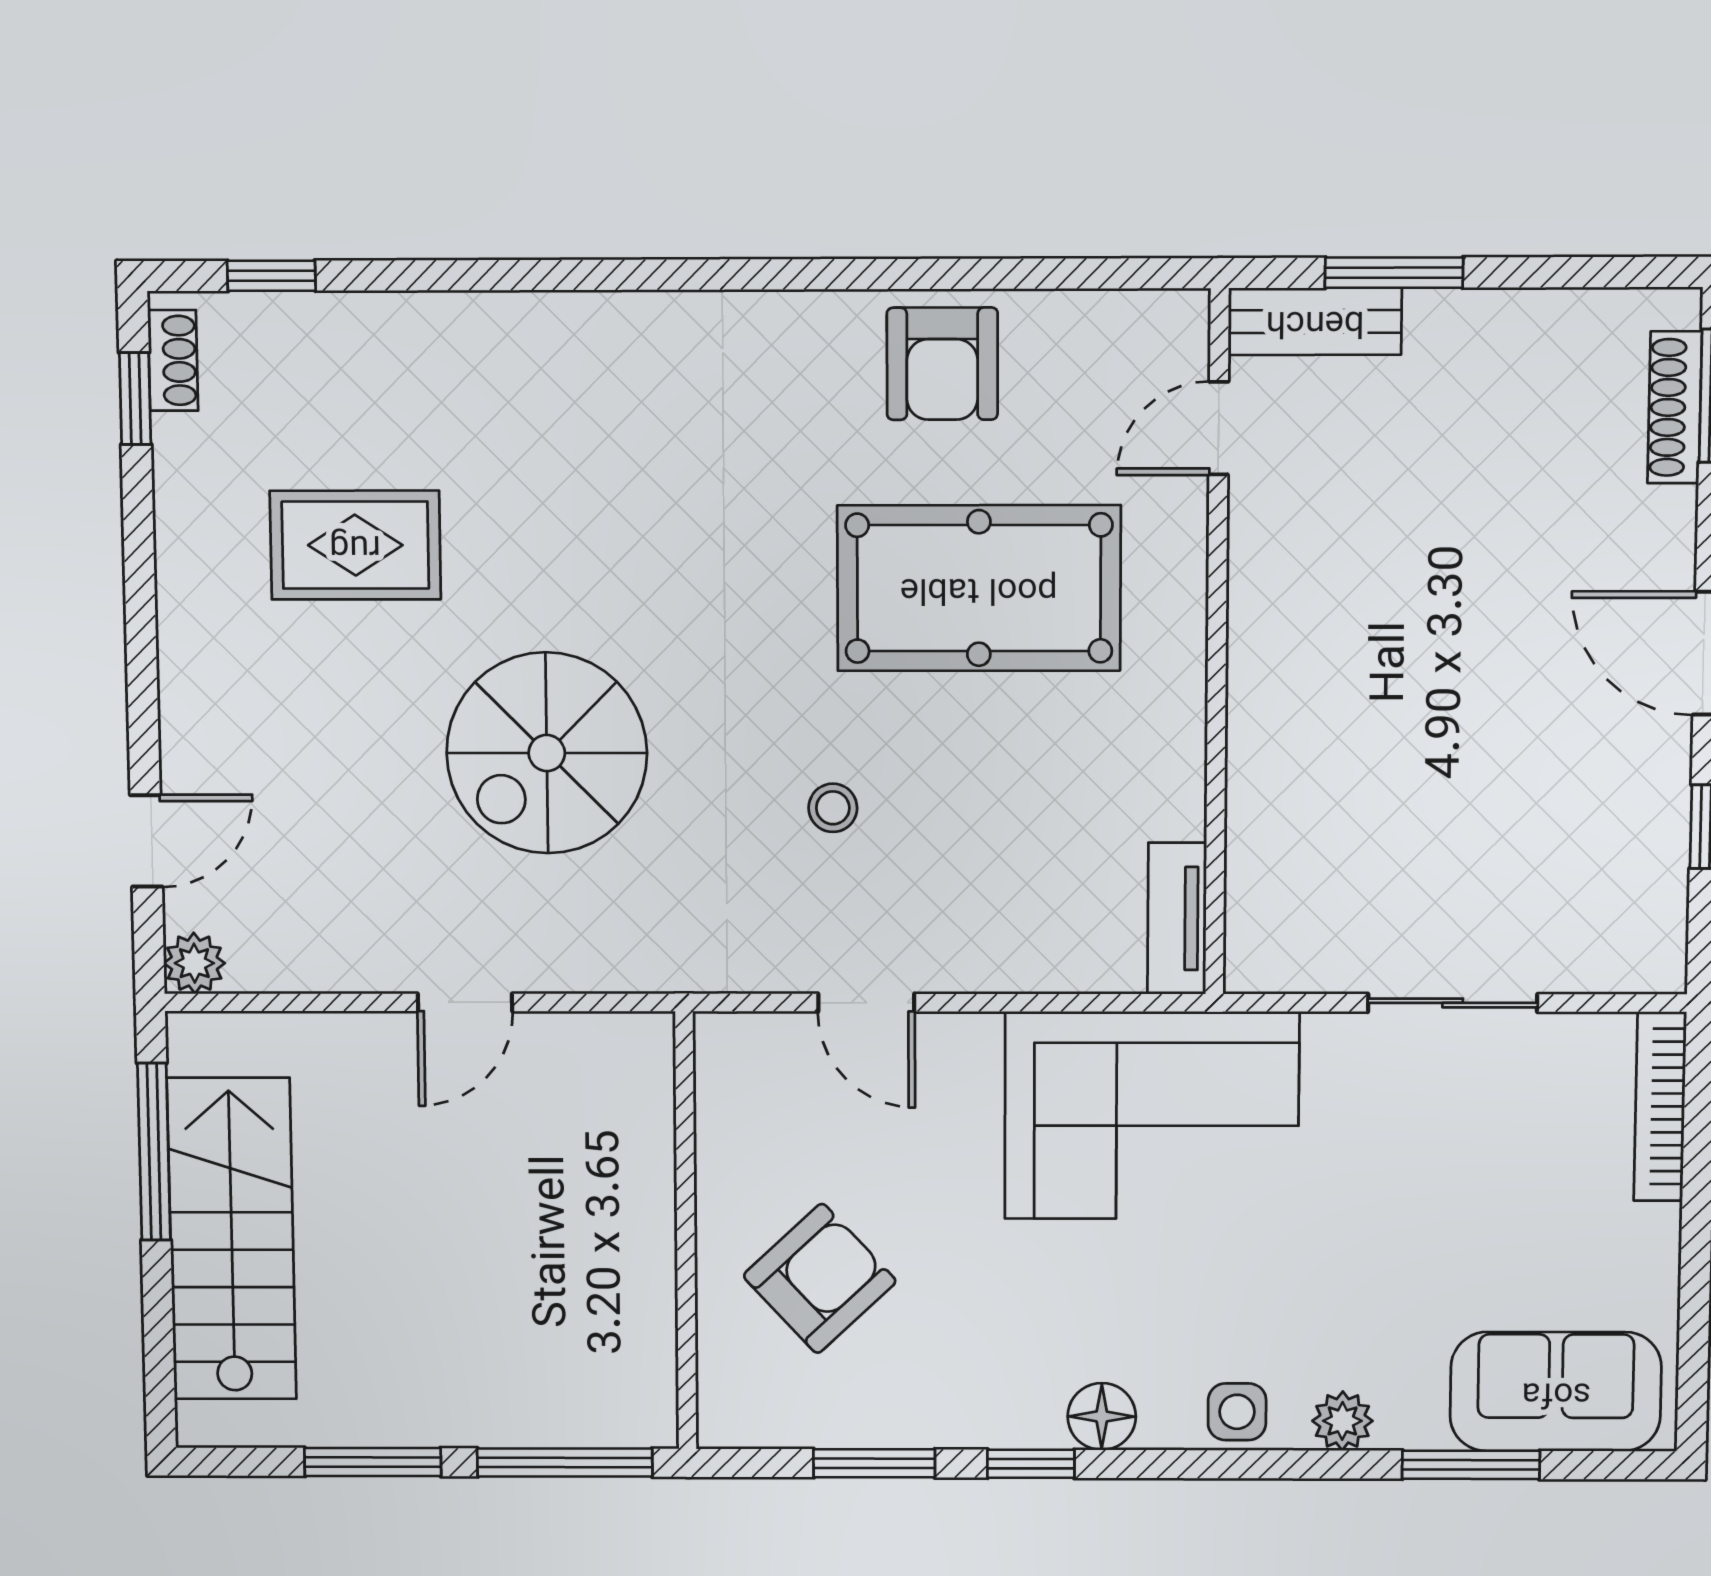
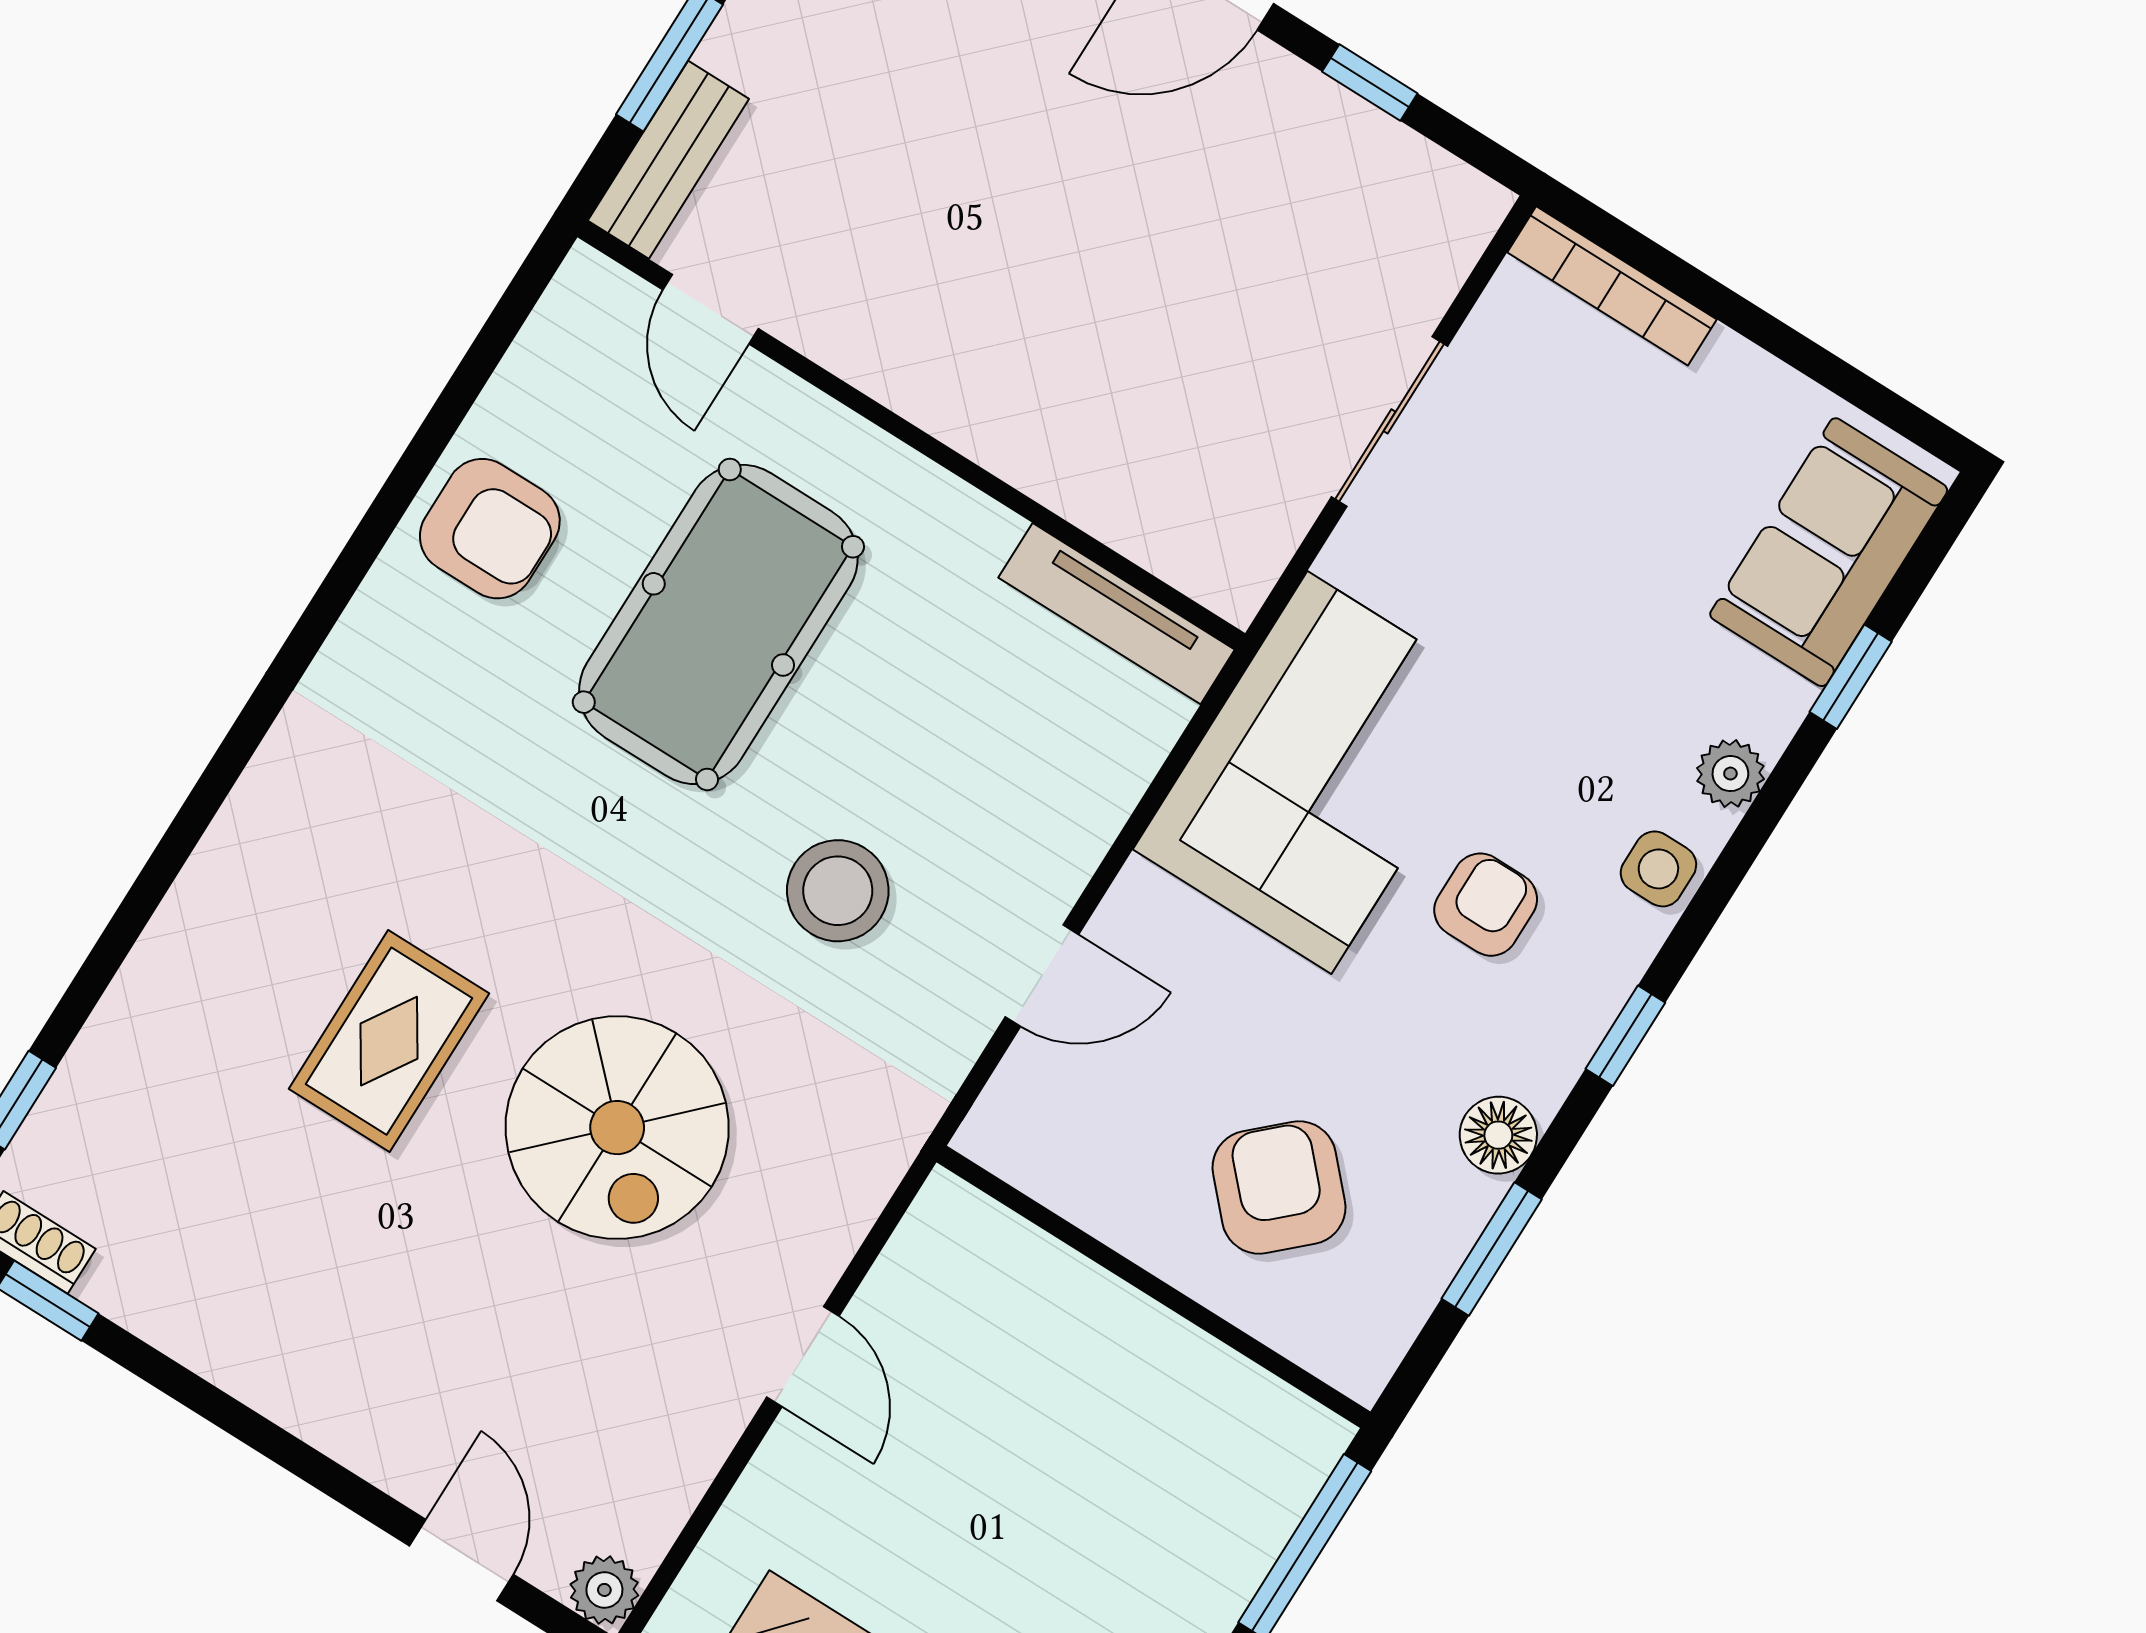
rug: (355, 545) -> (389, 1041), moved
stool: (833, 808) -> (838, 891), width x1.89, depth x1.89
tv unit: (1177, 919) -> (1117, 614), width x1.41
armchair: (1130, 1301) -> (1486, 905), added
floor lamp: (1102, 1416) -> (1498, 1135), moved
window: (1031, 1464) -> (1625, 1036), moved
window: (1471, 1465) -> (1851, 677), width x0.67

